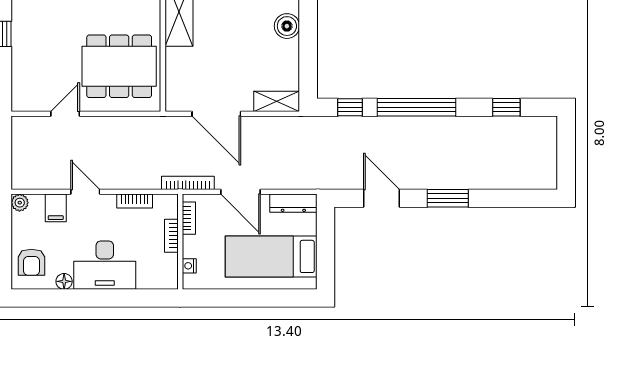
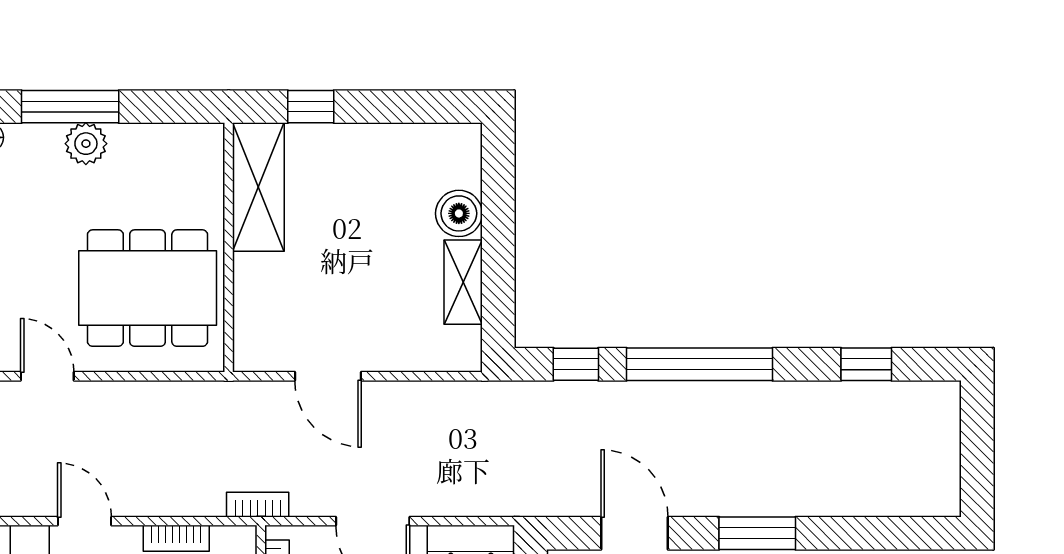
shelving: (277, 101) -> (463, 282), moved, turned 90
door: (65, 114) -> (47, 376), hinge flipped
door: (216, 114) -> (328, 376), width x0.73
bookcase: (188, 183) -> (258, 505), width x0.64

